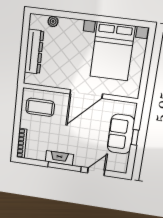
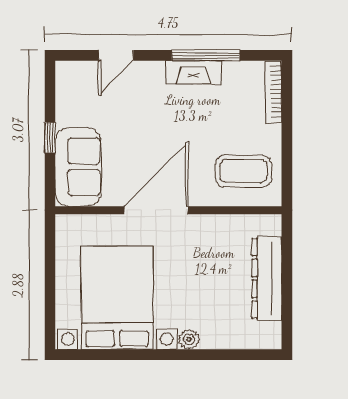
plant: (53, 21) -> (189, 339), moved
sofa: (121, 134) -> (78, 167), moved
window: (64, 167) -> (206, 55), moved

